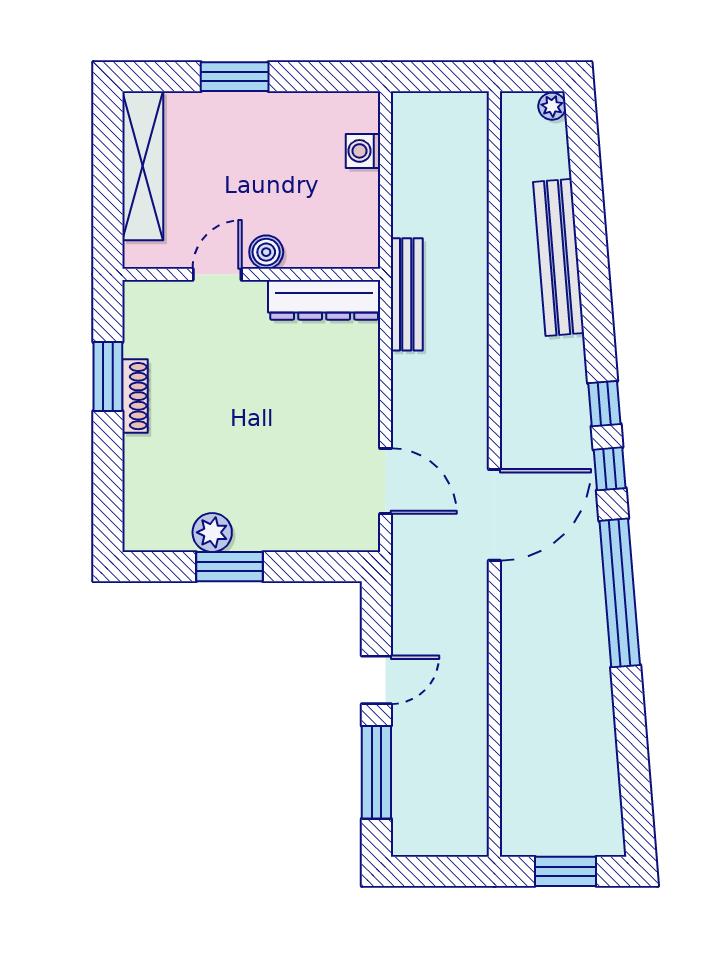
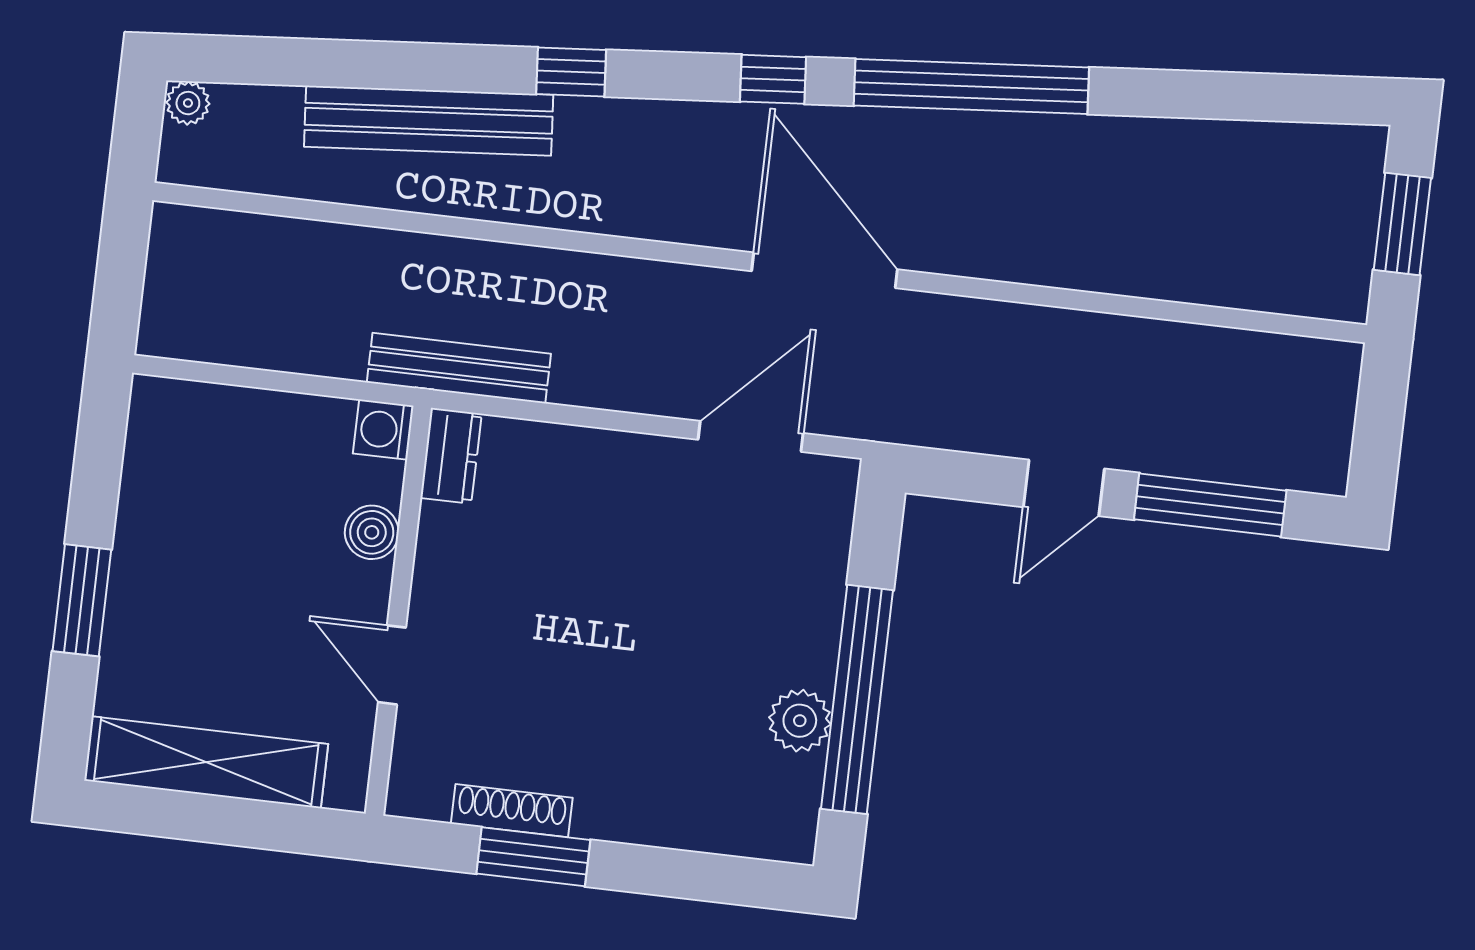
washing machine: (363, 151) -> (383, 430), moved, turned 90
boiler: (266, 252) -> (372, 532), moved
dresser: (324, 300) -> (451, 456), width x0.51, depth x0.80
shoe rack: (135, 396) -> (512, 811), moved
window: (604, 404) -> (571, 72), moved
window: (230, 567) -> (857, 699), width x2.11
door: (376, 680) -> (1064, 488), swing flipped

